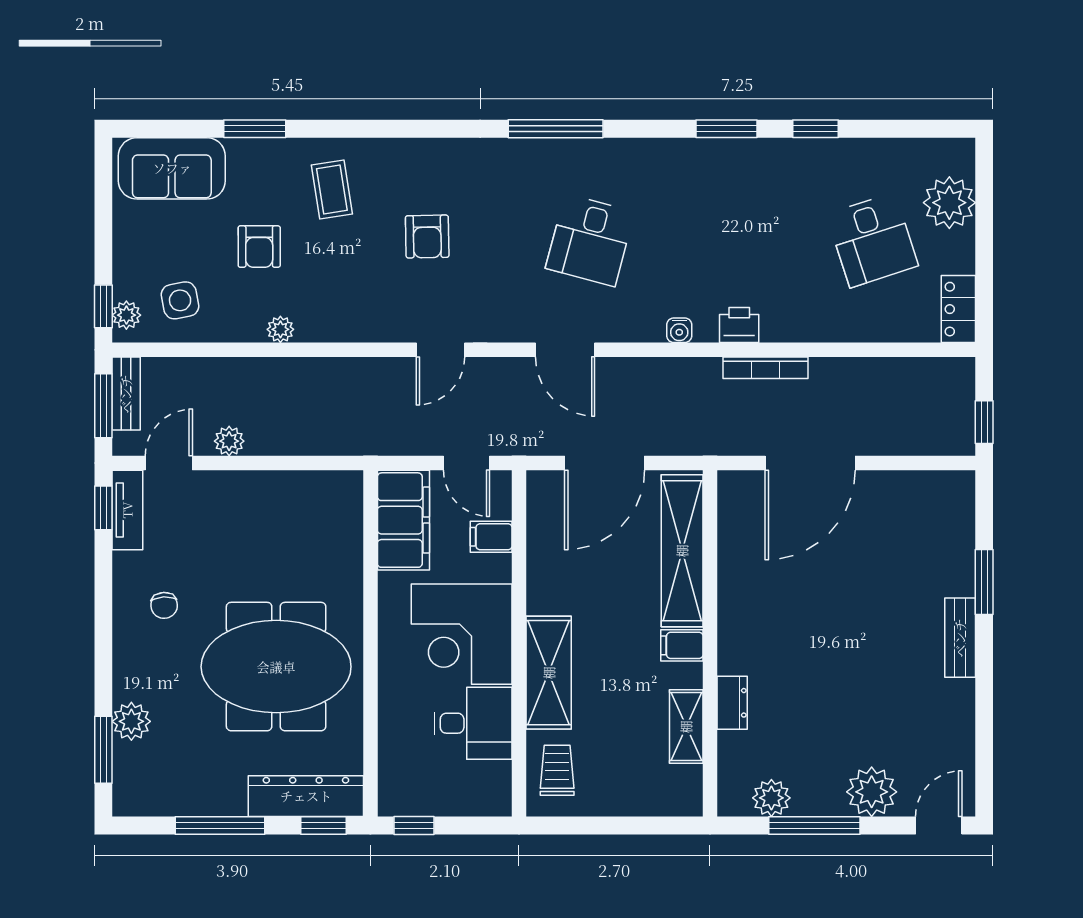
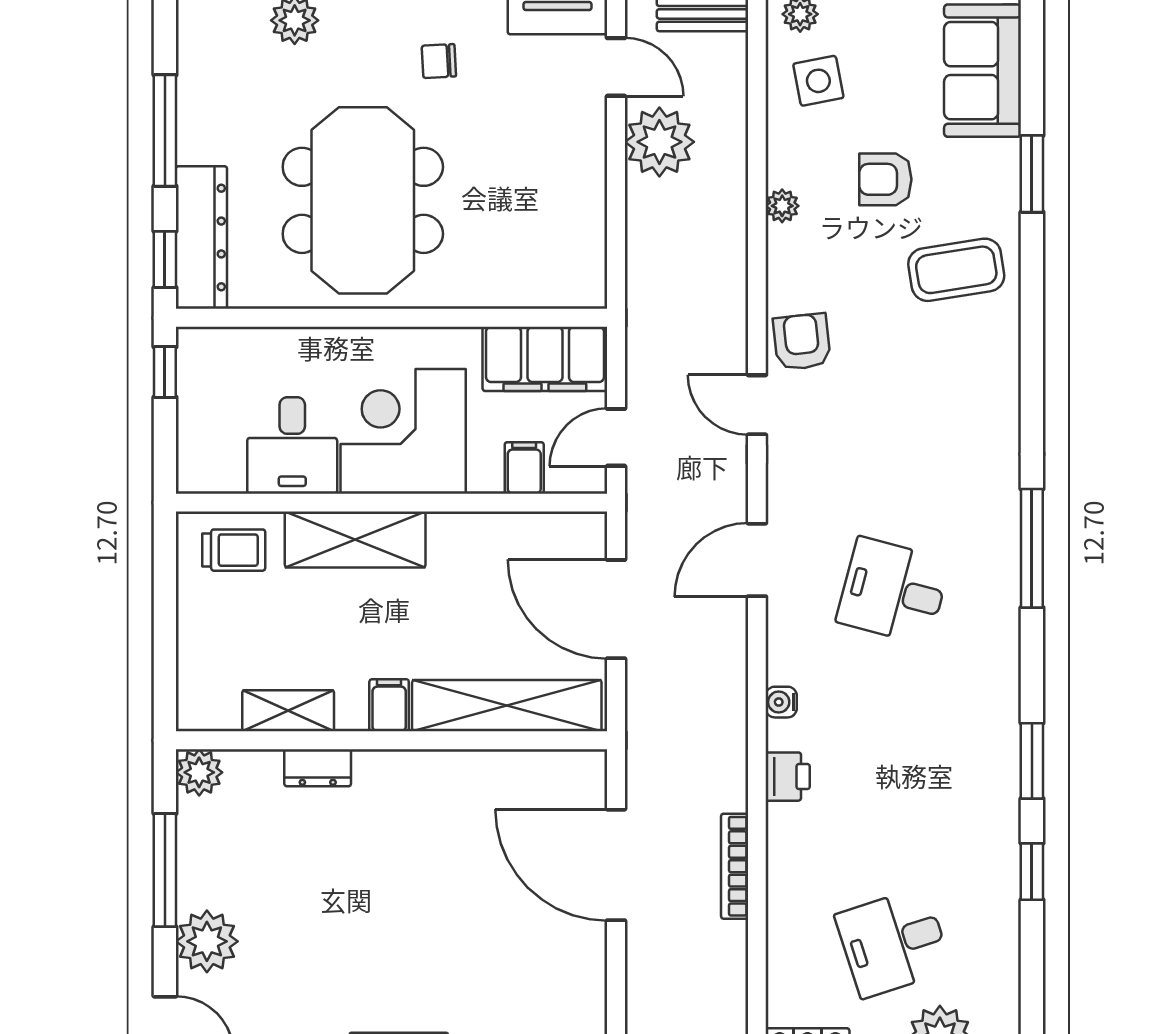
coffee table: (332, 190) -> (956, 270), width x1.36, depth x1.30
armchair: (427, 237) -> (802, 342), moved, turned 85
bookcase: (765, 368) -> (735, 866), moved
plant: (229, 441) -> (659, 142), width x1.87, depth x1.87
plant: (771, 798) -> (199, 772), moved

